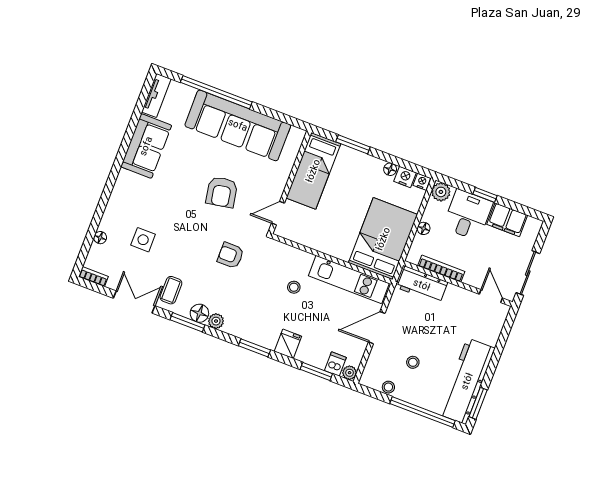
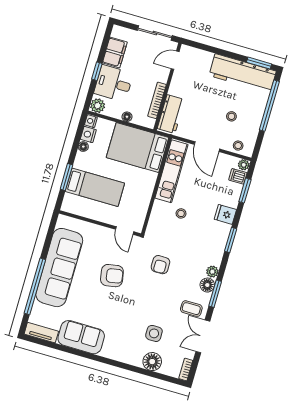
bed: (313, 171) -> (95, 187), moved
floor lamp: (100, 238) -> (152, 362), width x1.89, depth x1.89
stool: (388, 387) -> (238, 146), moved

